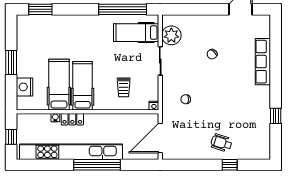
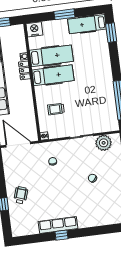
hospital bed: (136, 33) -> (87, 24), moved, turned -90
row of seats: (263, 62) -> (58, 225), moved
nightstand: (25, 87) -> (34, 29), moved
window: (276, 116) -> (62, 235), moved

